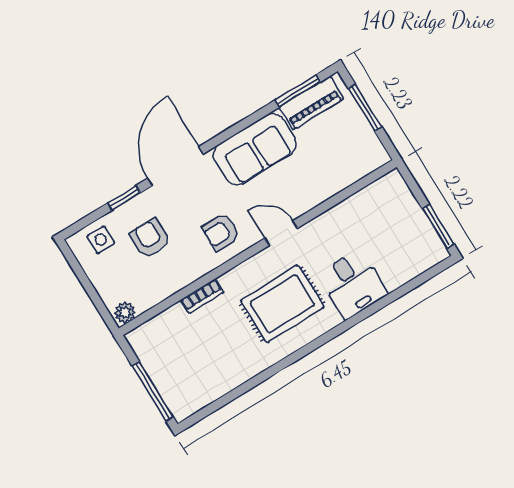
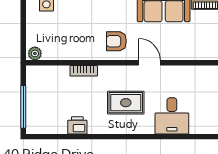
armchair: (150, 238) -> (75, 21), removed
rug: (282, 304) -> (126, 103), width x0.73, depth x0.70
printer: (237, 372) -> (77, 125), added

